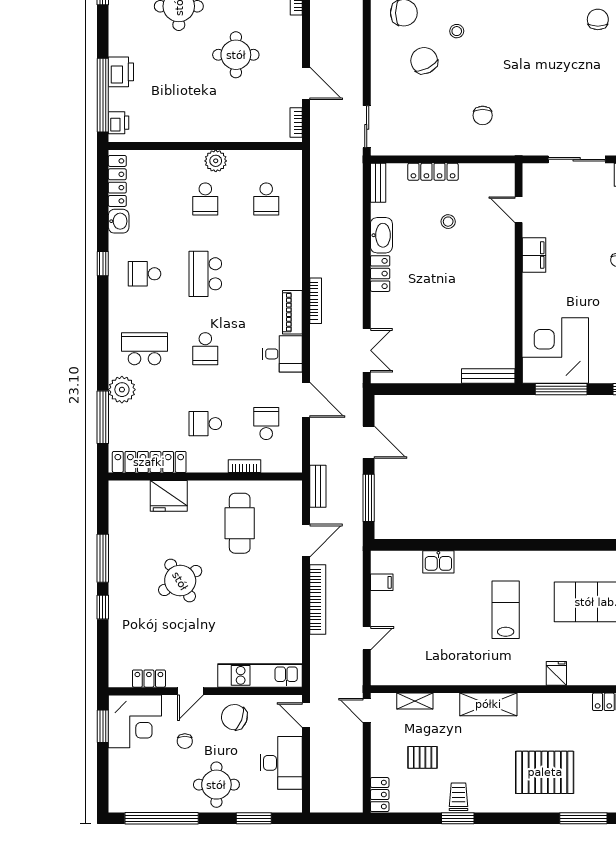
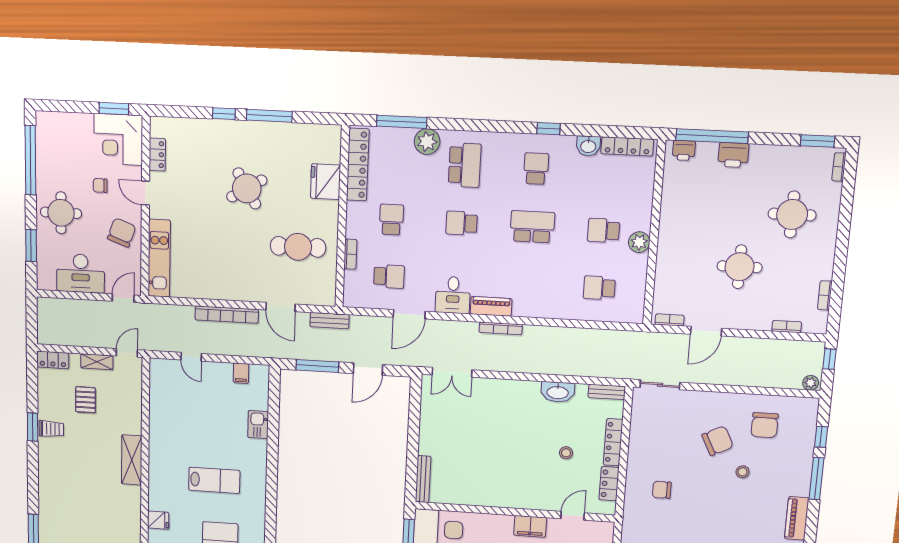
locker: (380, 274) -> (609, 484), moved, turned 90
shelving: (415, 701) -> (97, 362), moved, turned 90
pallet: (545, 772) -> (73, 504), removed

